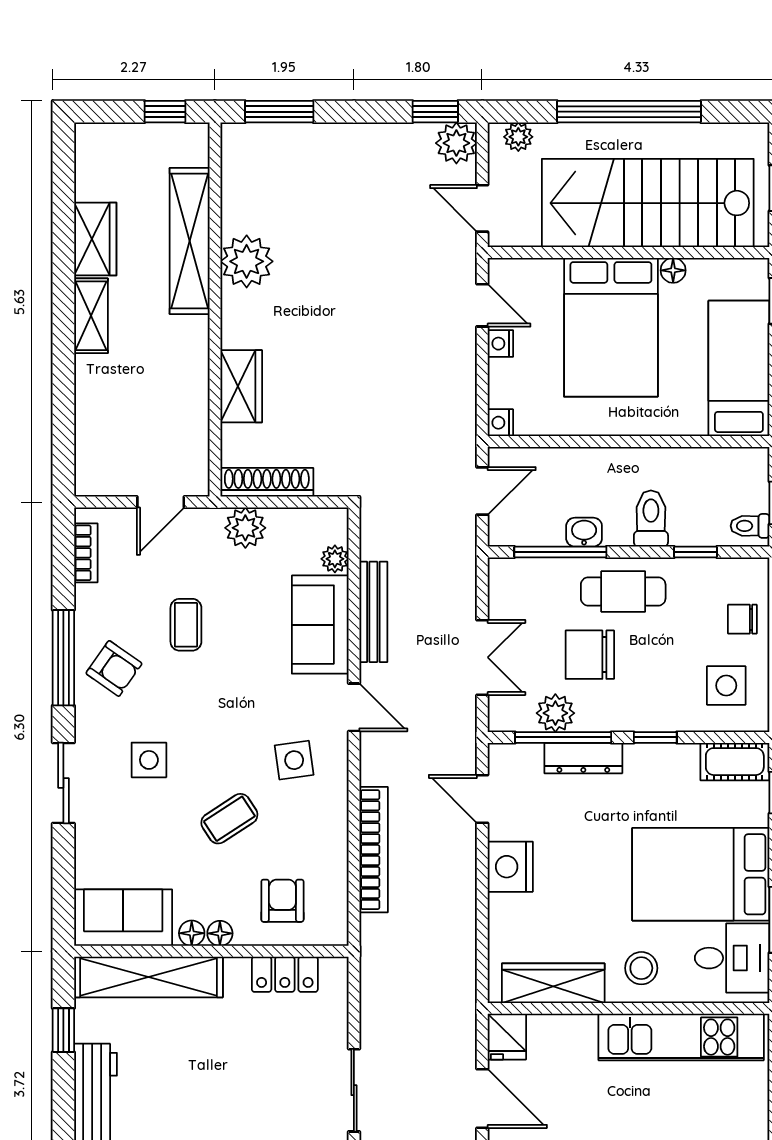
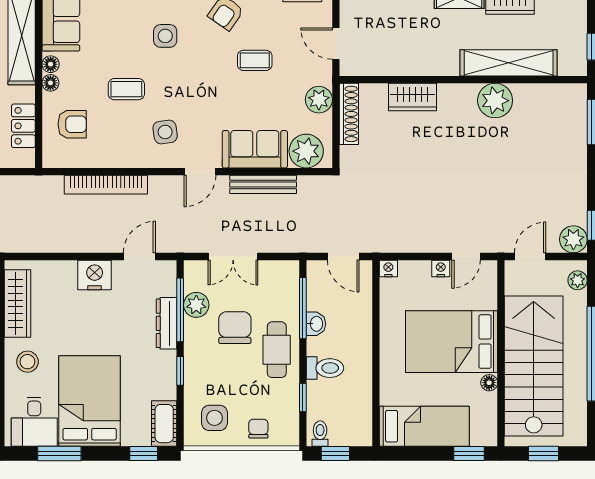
plant: (335, 559) -> (306, 151), width x1.88, depth x1.88
coffee table: (229, 819) -> (126, 89), turned -57

